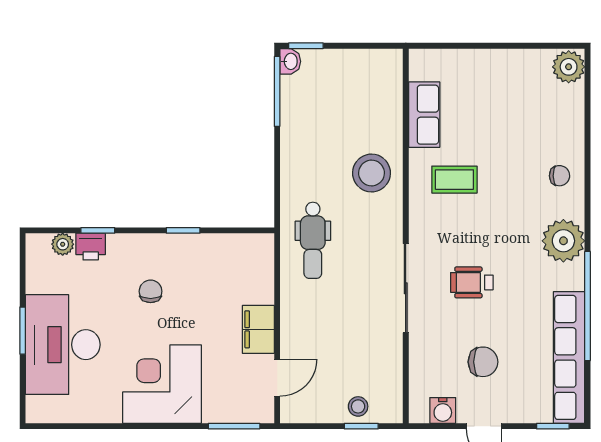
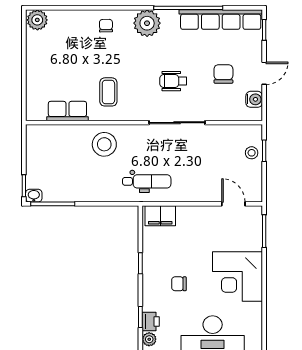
wheelchair: (472, 282) -> (173, 81), turned 90
filing cabinet: (258, 329) -> (160, 216), moved

